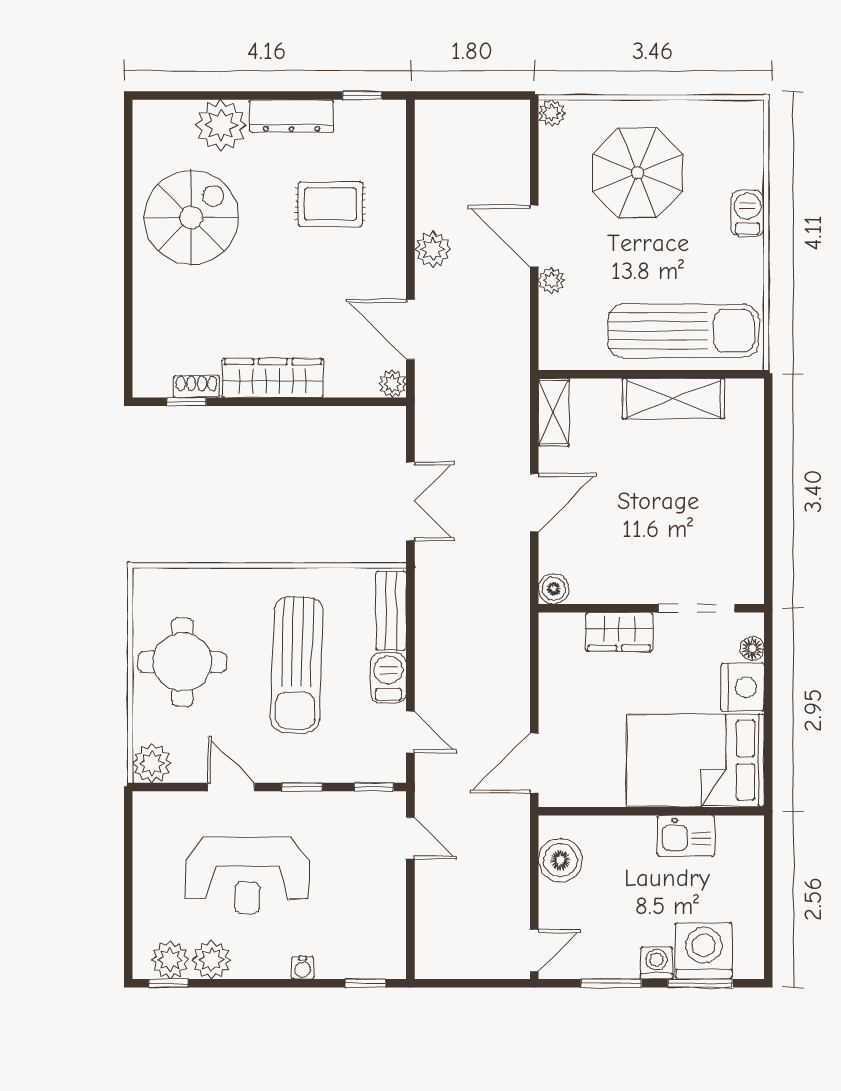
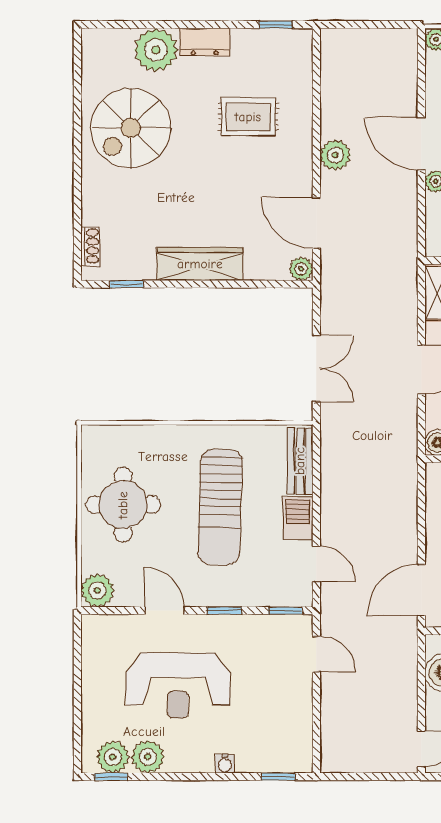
dresser: (292, 116) -> (205, 42), width x0.70
spiral stairs: (191, 217) -> (131, 128), turned 180
shoe rack: (196, 386) -> (90, 246), moved, turned 90

